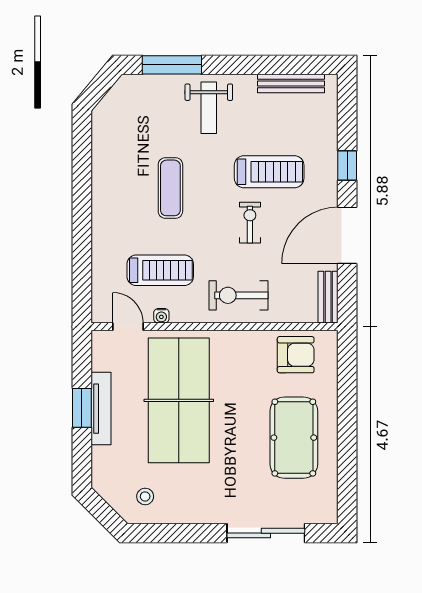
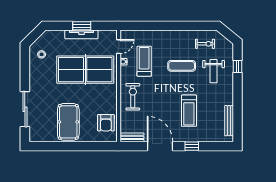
window: (172, 65) -> (237, 67), width x0.46
weight bench: (209, 108) -> (214, 71), moved, turned -90
exercise bike: (250, 223) -> (205, 44), moved
treadmill: (160, 270) -> (144, 61), turned 180
pool table: (294, 438) -> (68, 122), turned 90

